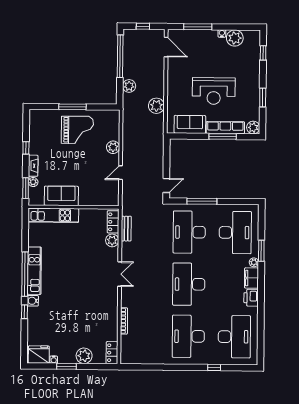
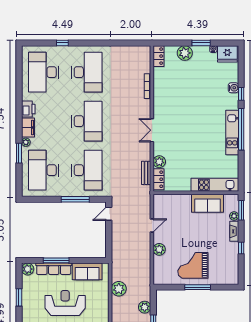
water cooler: (33, 301) -> (233, 88), moved

